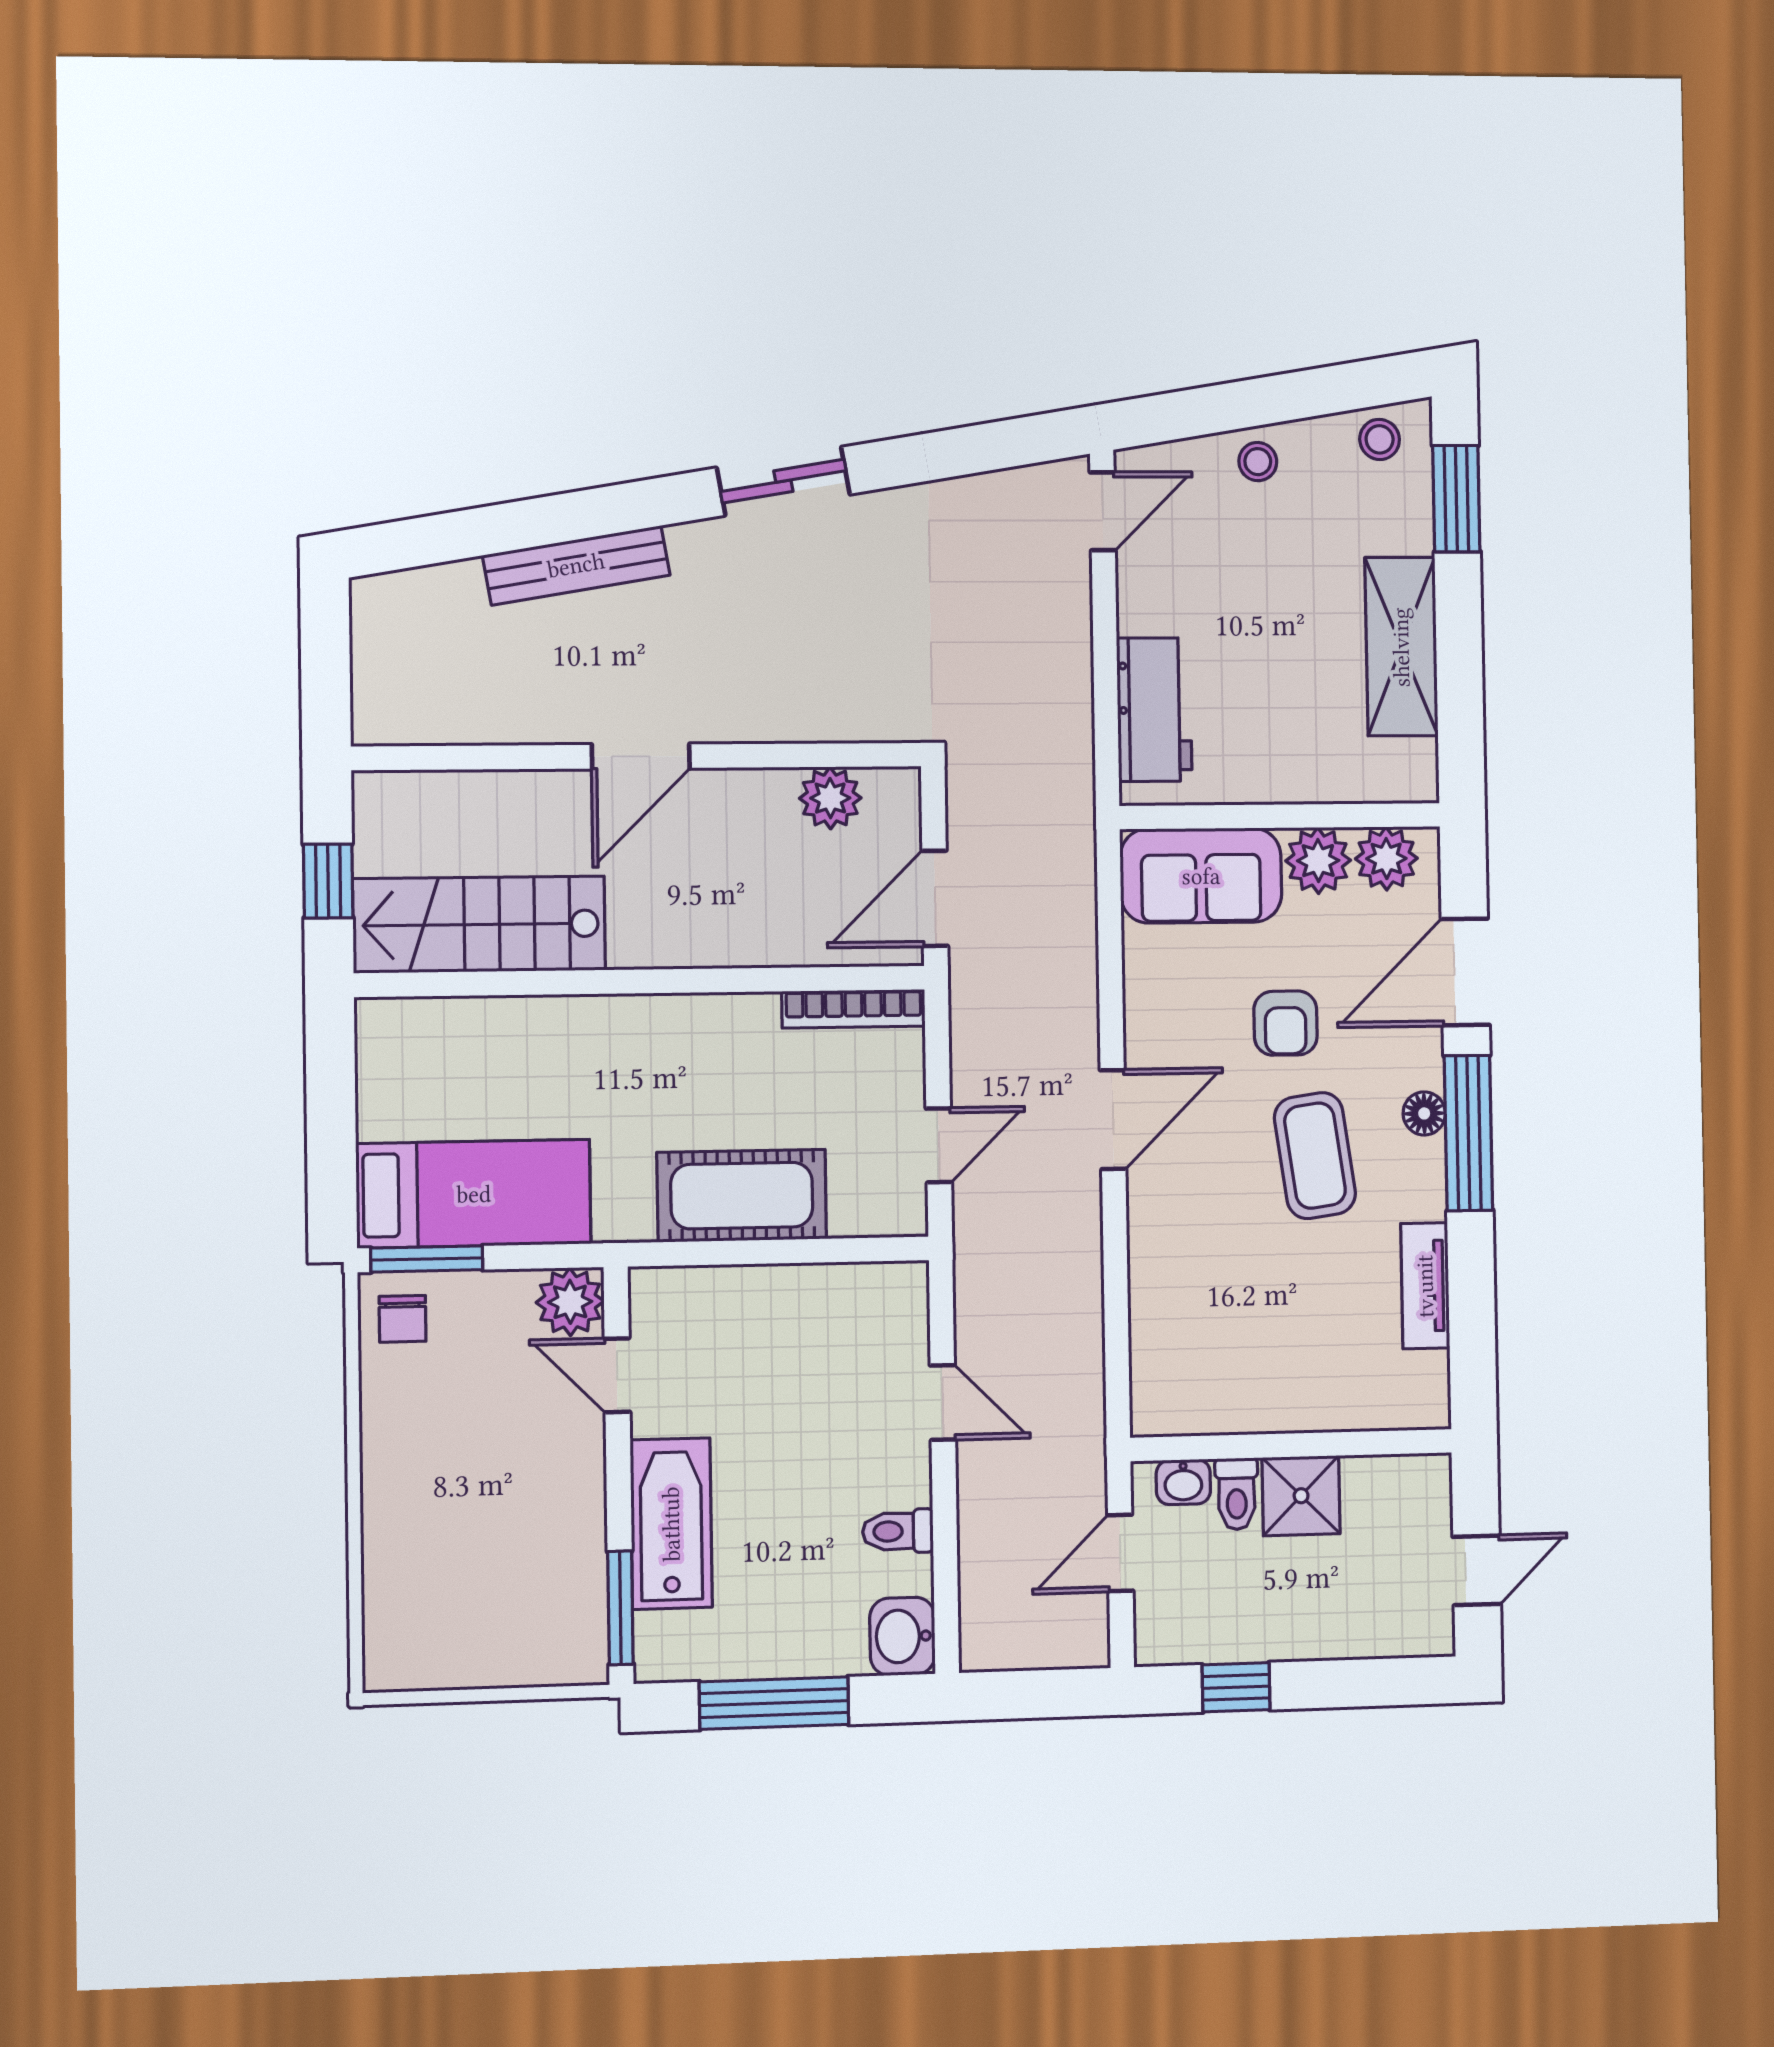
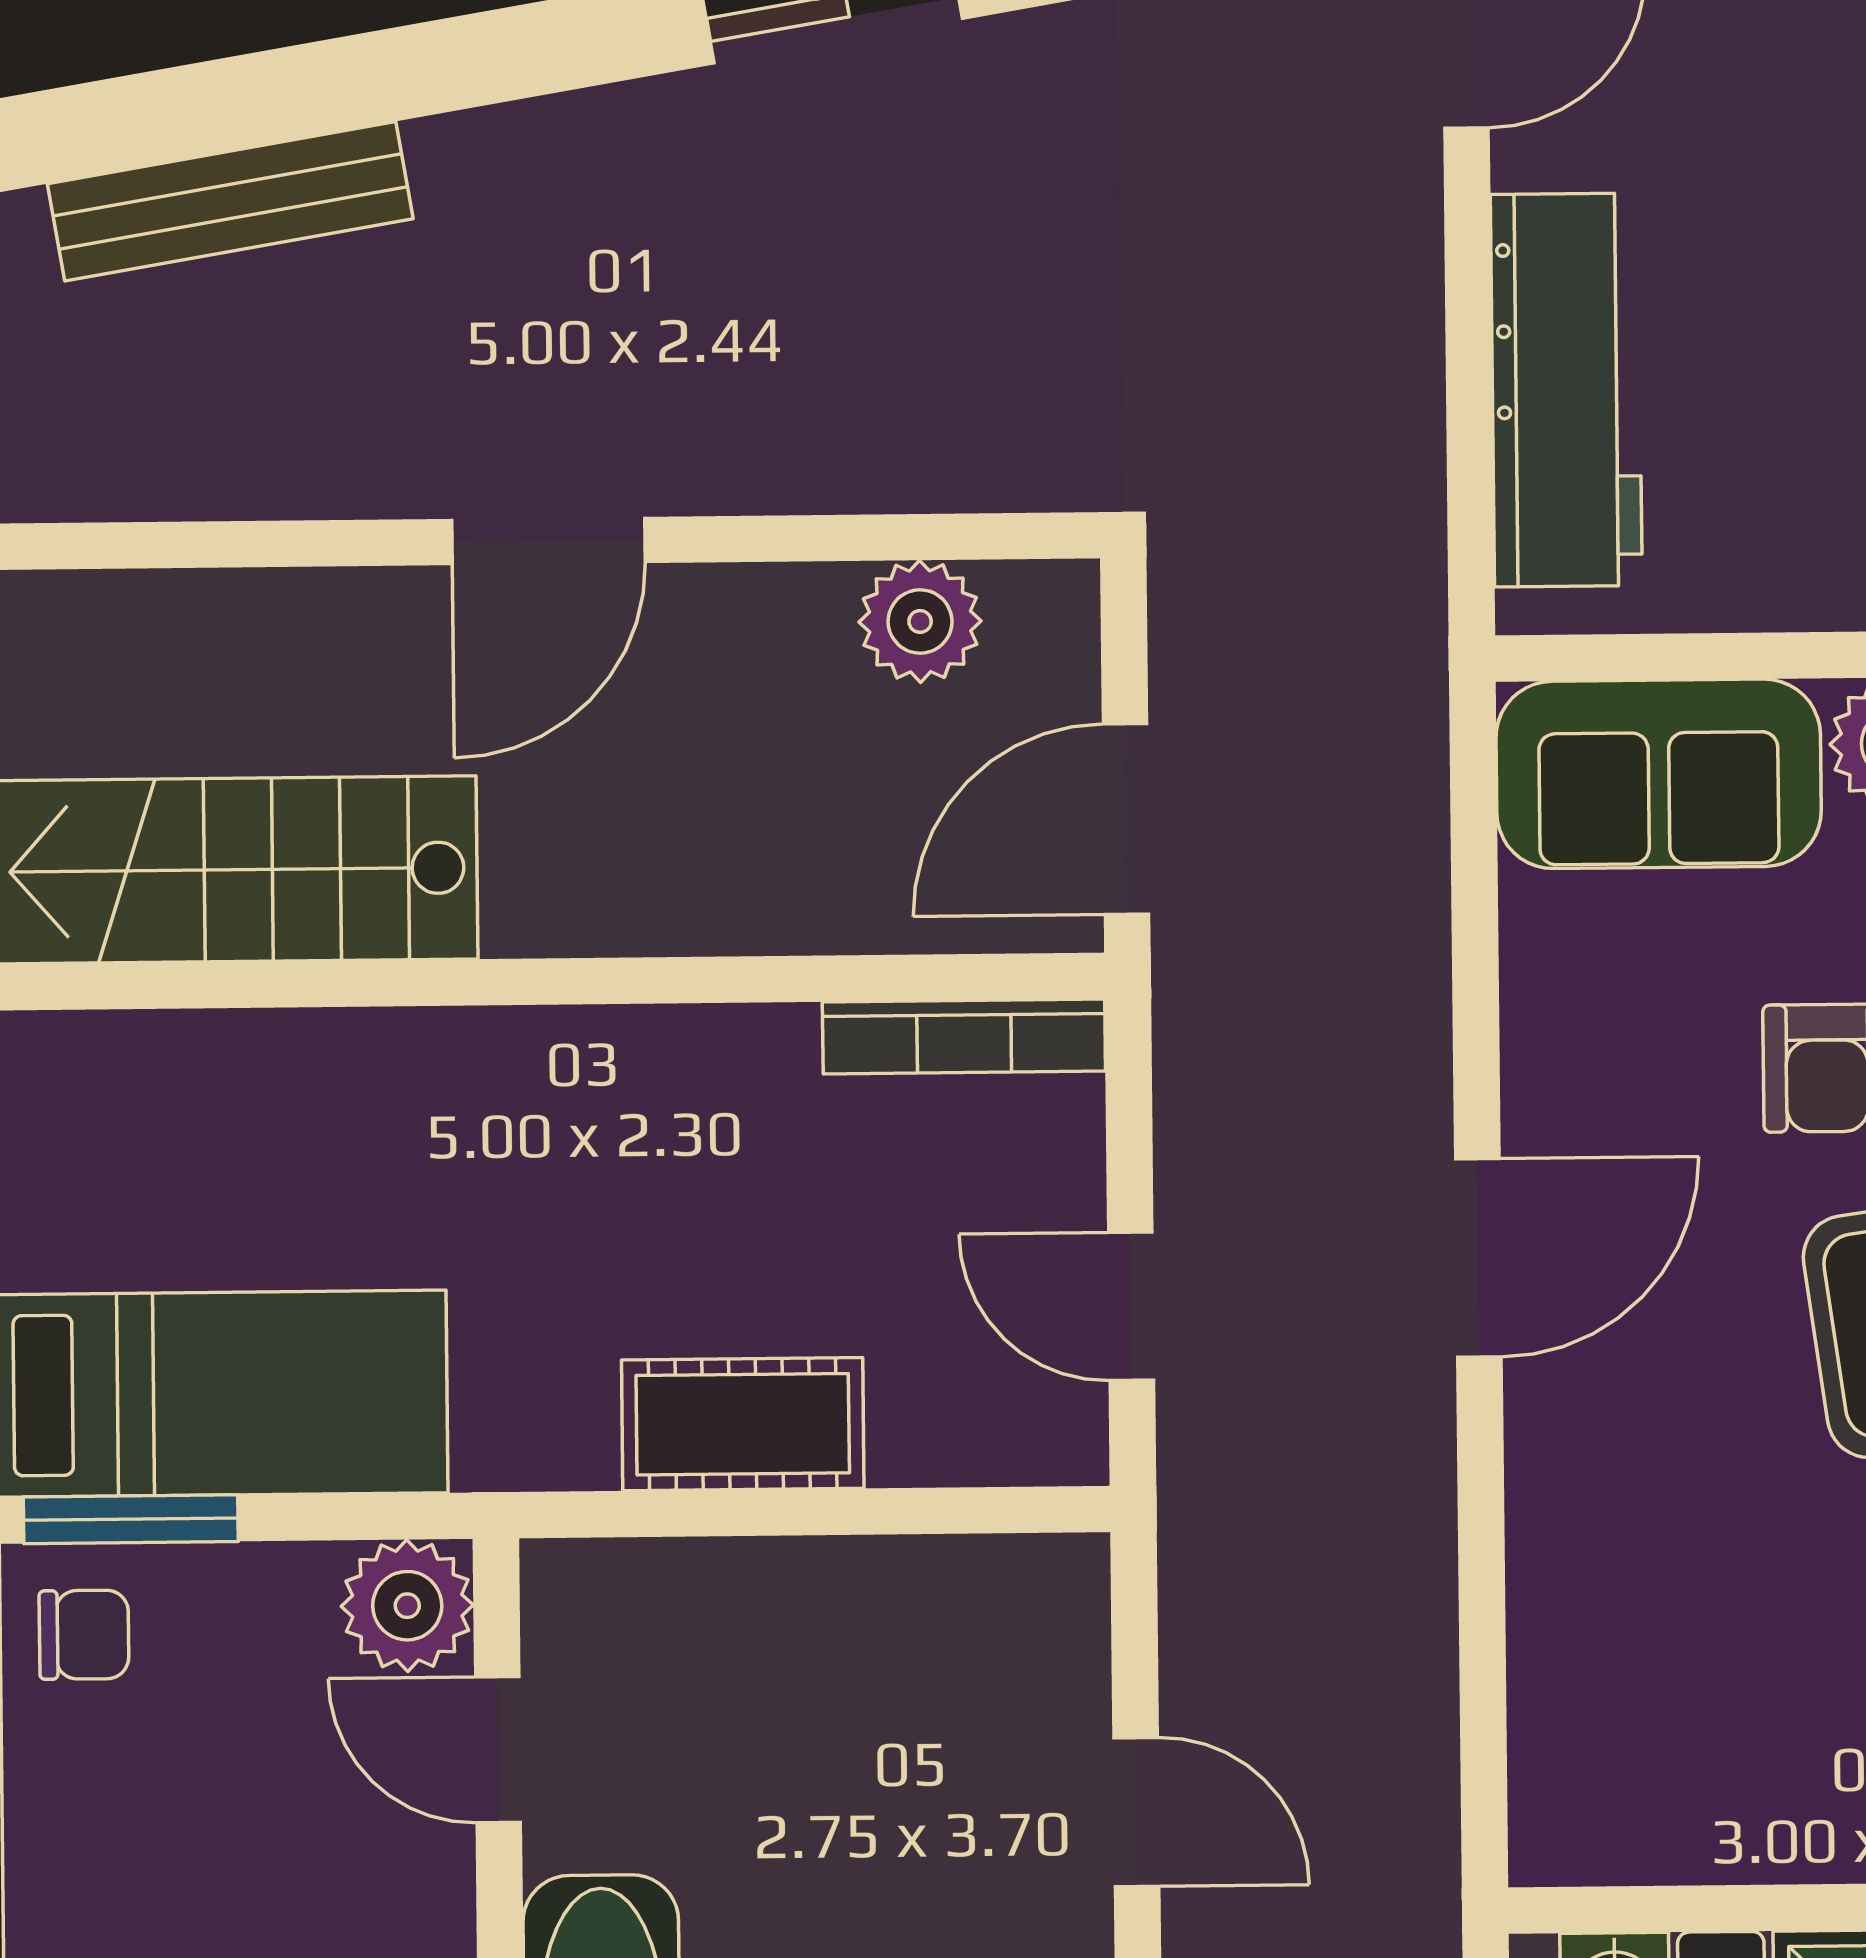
bench: (576, 565) -> (230, 201), moved
workbench: (1154, 710) -> (1566, 390), width x1.37
door: (939, 1145) -> (1131, 1306), swing flipped
cot: (742, 1196) -> (743, 1424), width x0.73, depth x0.75
chair: (403, 1319) -> (84, 1635), turned -90

